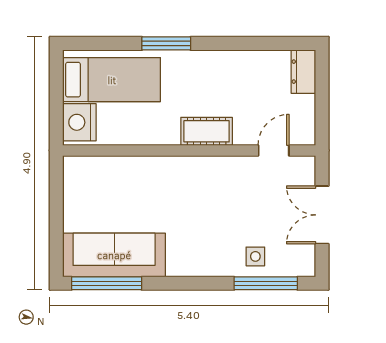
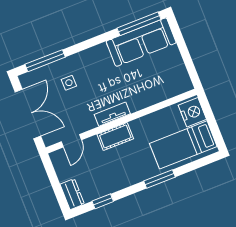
window: (262, 43) -> (103, 201), added
tv unit: (198, 166) -> (112, 114), added
double door: (322, 215) -> (28, 114), width x1.37
side table: (255, 256) -> (69, 83), moved

